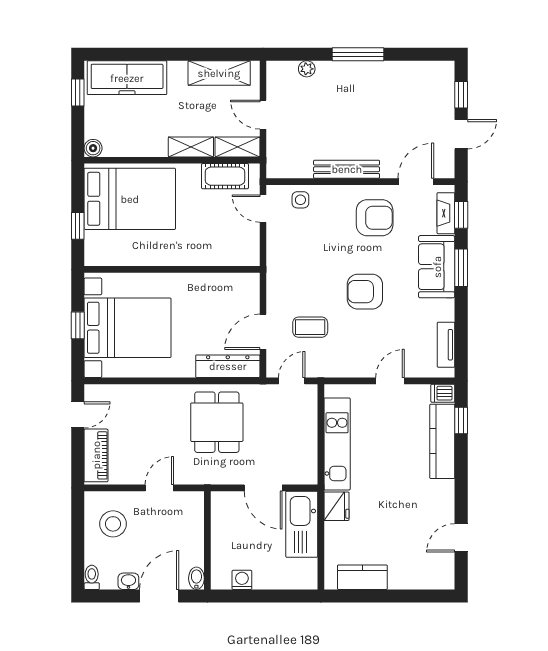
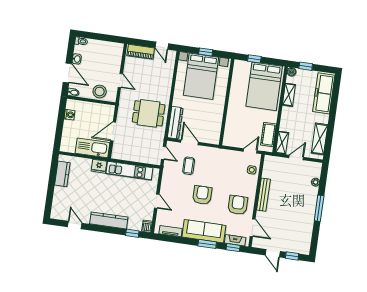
window: (78, 92) -> (306, 66), moved
shelving: (191, 147) -> (289, 95), moved
armchair: (375, 218) -> (238, 205), turned 180
sofa: (437, 267) -> (204, 231), width x1.36
kitchen counter: (442, 441) -> (109, 220), moved
stool: (113, 524) -> (100, 91), moved

